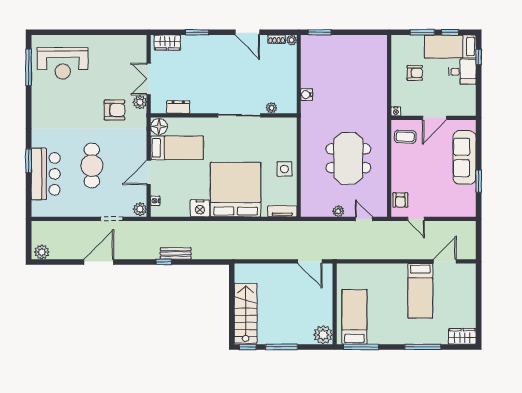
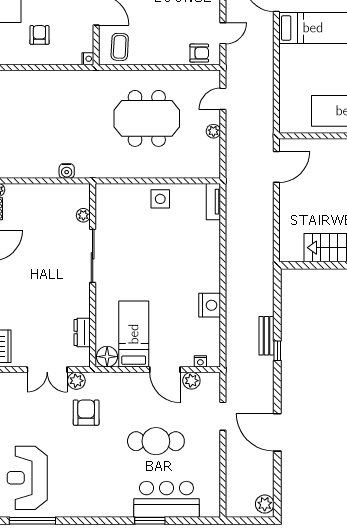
reception desk: (63, 63) -> (27, 478), turned 180
bed: (236, 190) -> (186, 260), removed
plant: (140, 209) -> (191, 381), moved

